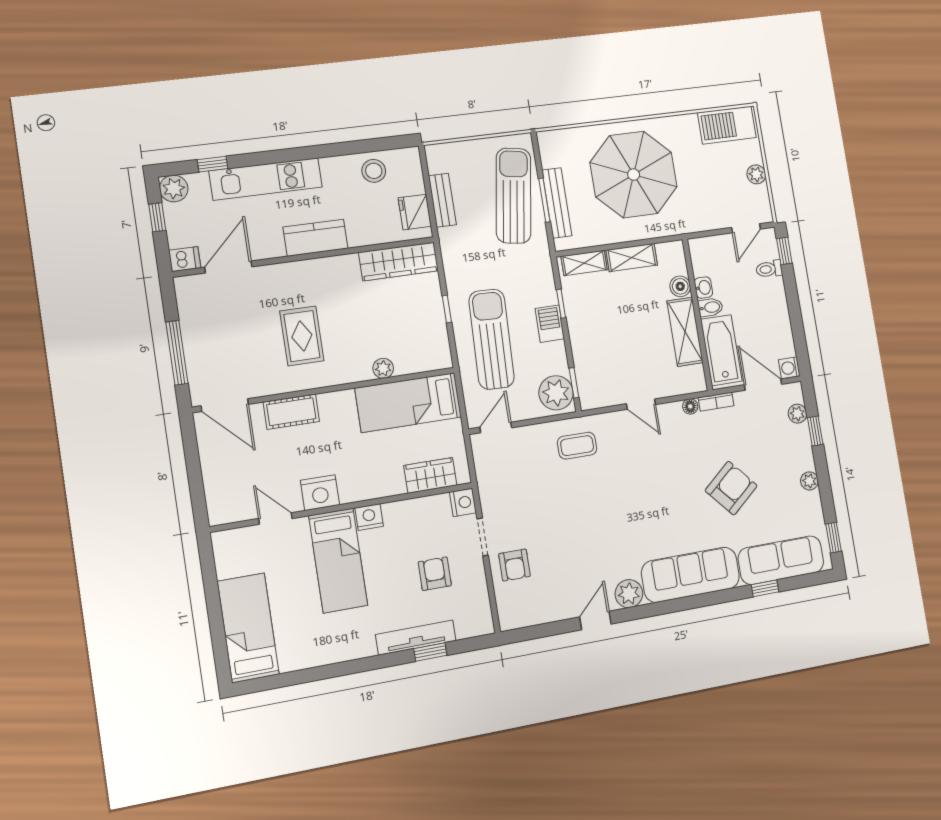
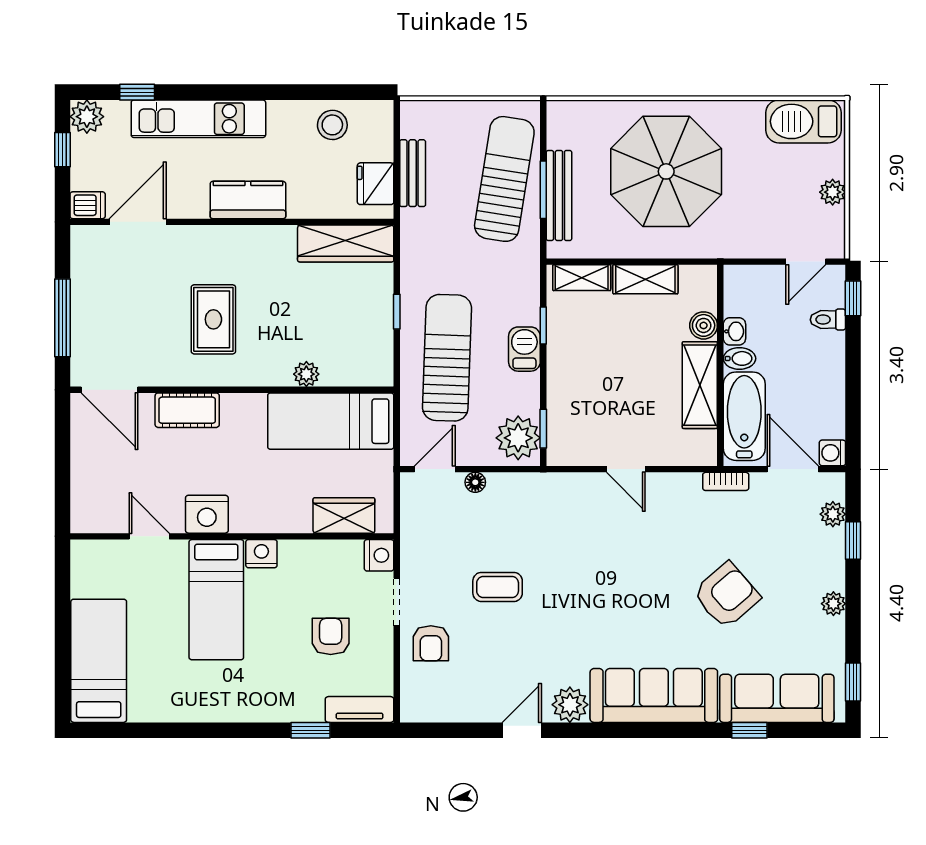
floor lamp: (690, 406) -> (475, 482), moved
coffee table: (577, 446) -> (498, 587), moved
tv unit: (416, 638) -> (360, 709), moved, width x0.71

